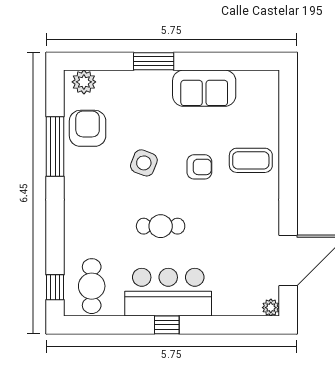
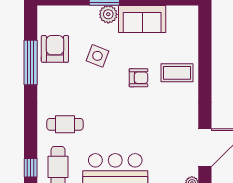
plant: (84, 82) -> (108, 14), moved
side table: (144, 163) -> (97, 56), moved
cafe table: (161, 226) -> (65, 124), moved

